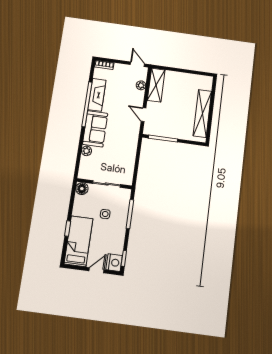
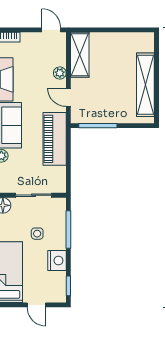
plant: (141, 85) -> (60, 73), moved
piano: (129, 144) -> (55, 139), added
nightstand: (114, 263) -> (57, 260), moved
door: (96, 270) -> (36, 305), swing flipped

